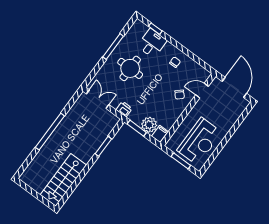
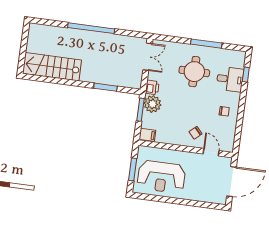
plant: (149, 125) -> (152, 104), moved

